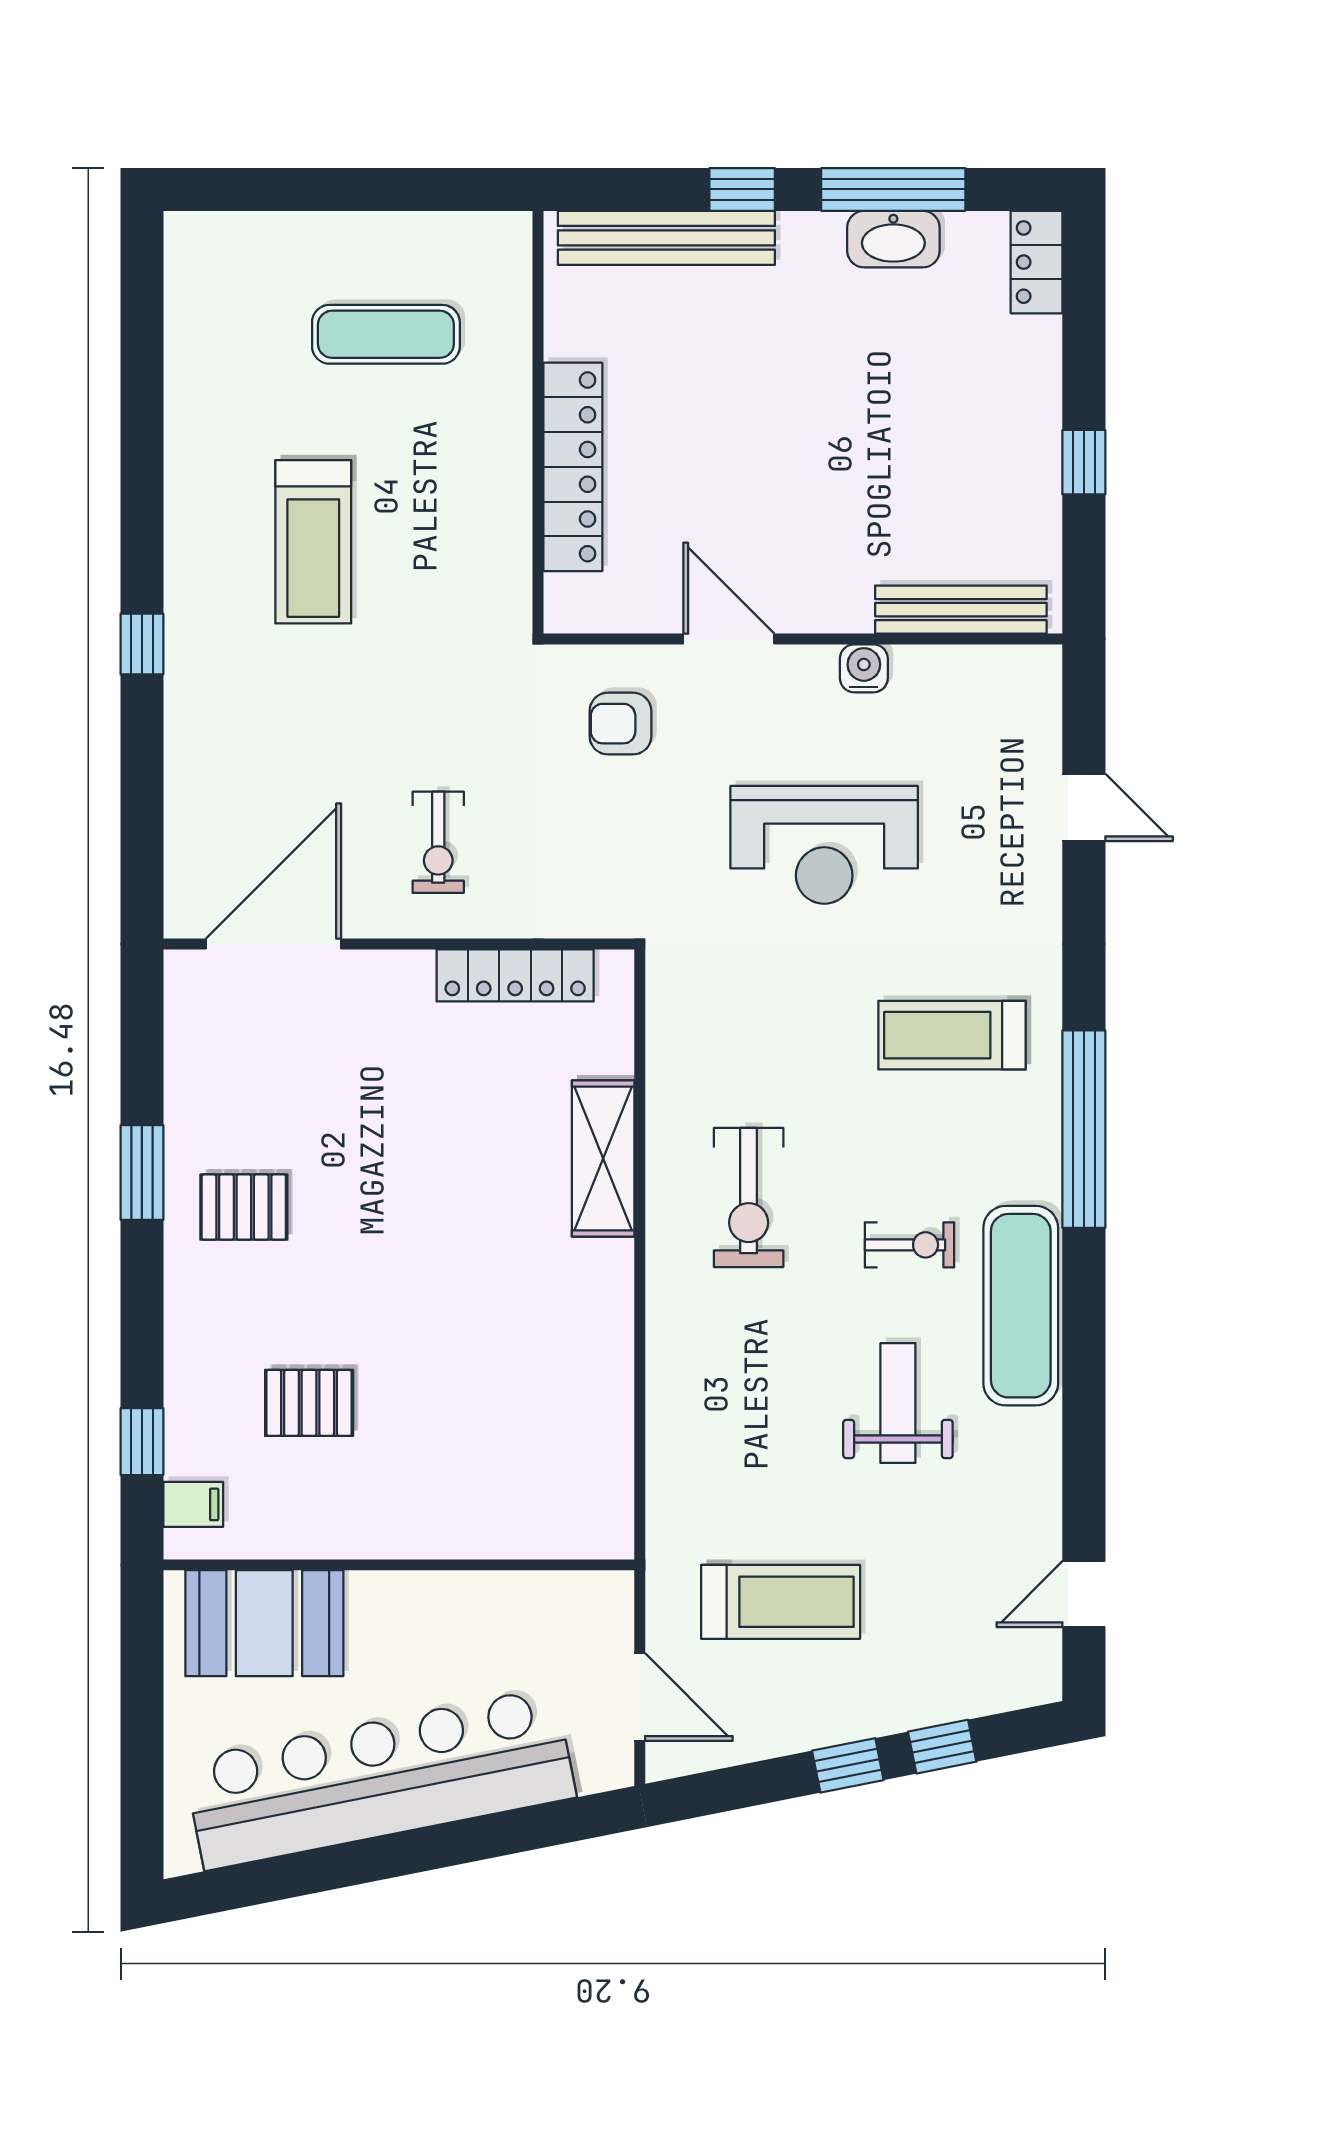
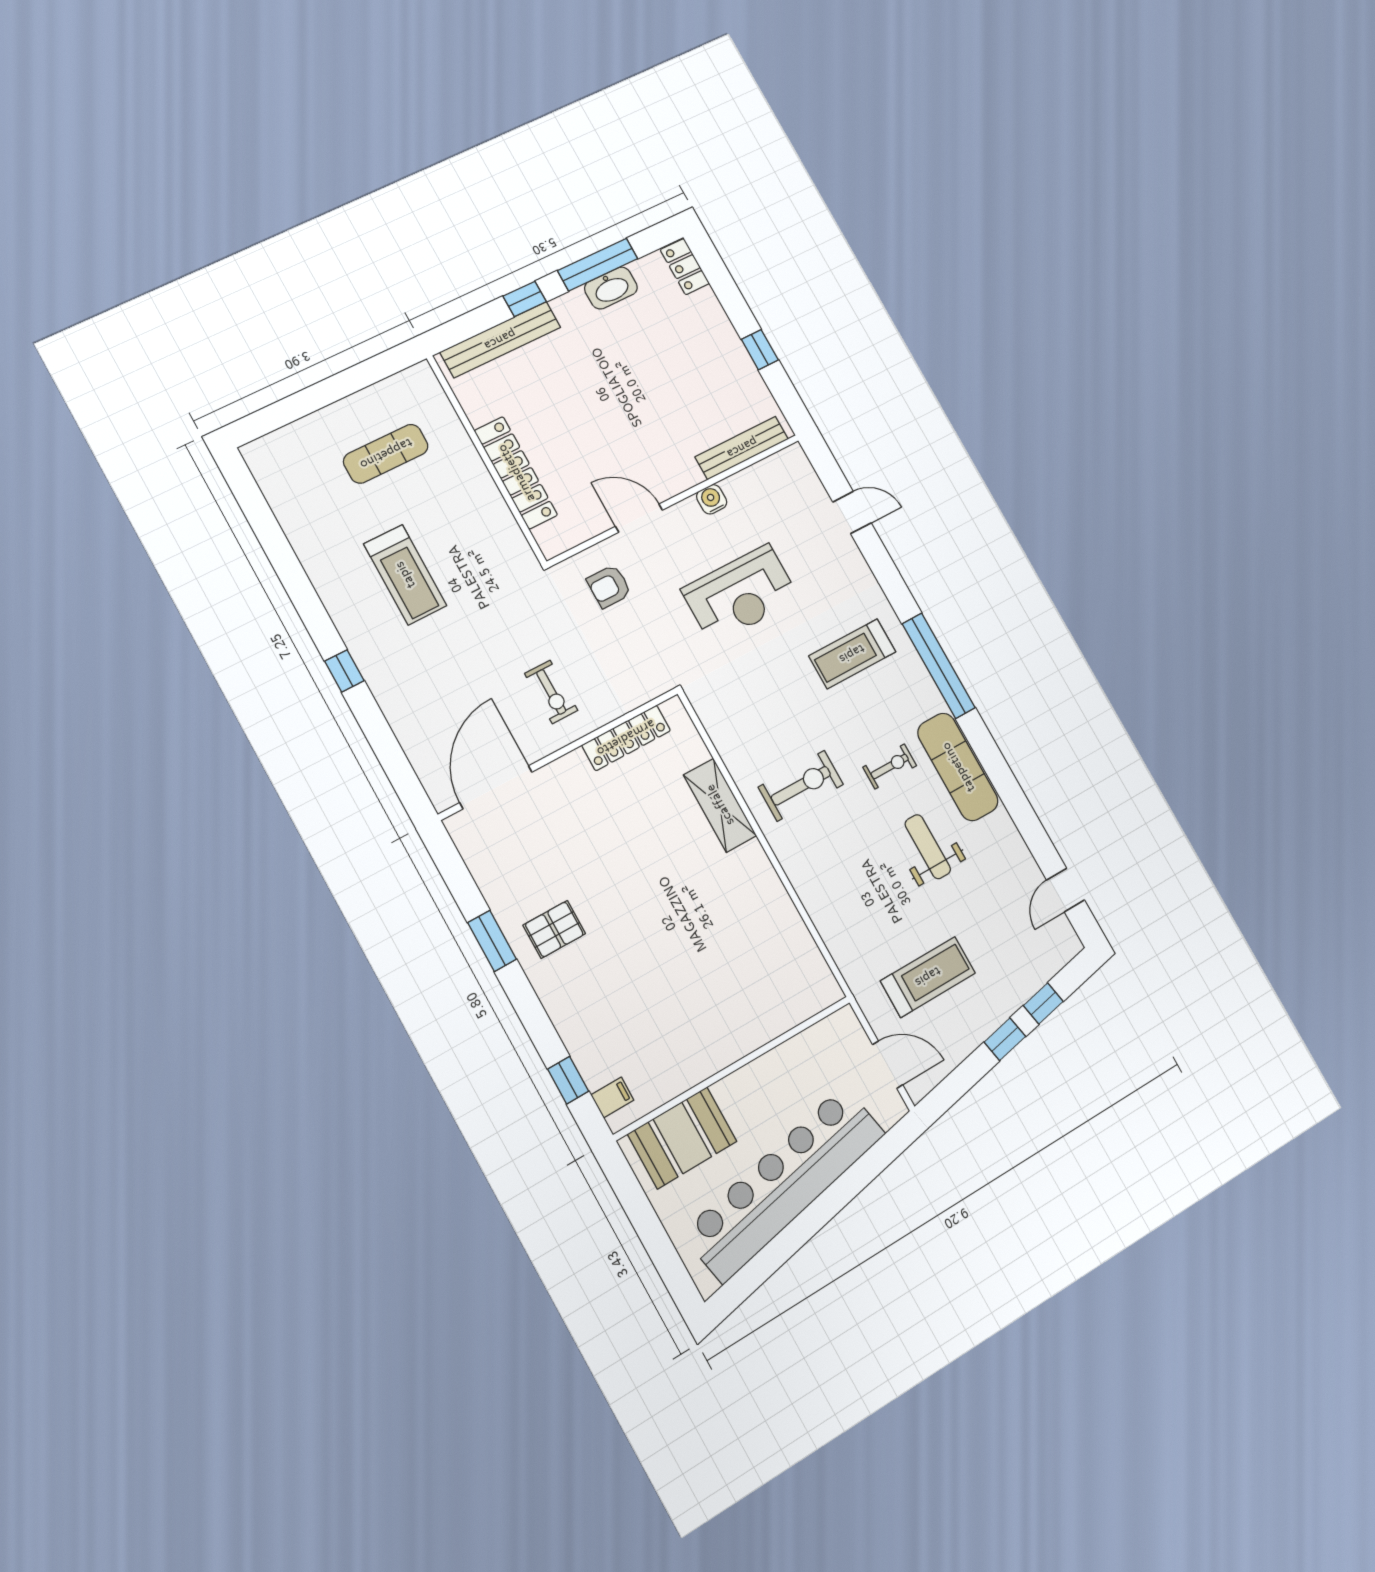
exercise bike: (749, 1198) -> (801, 786), turned -90
pallet: (309, 1403) -> (642, 1011), removed

